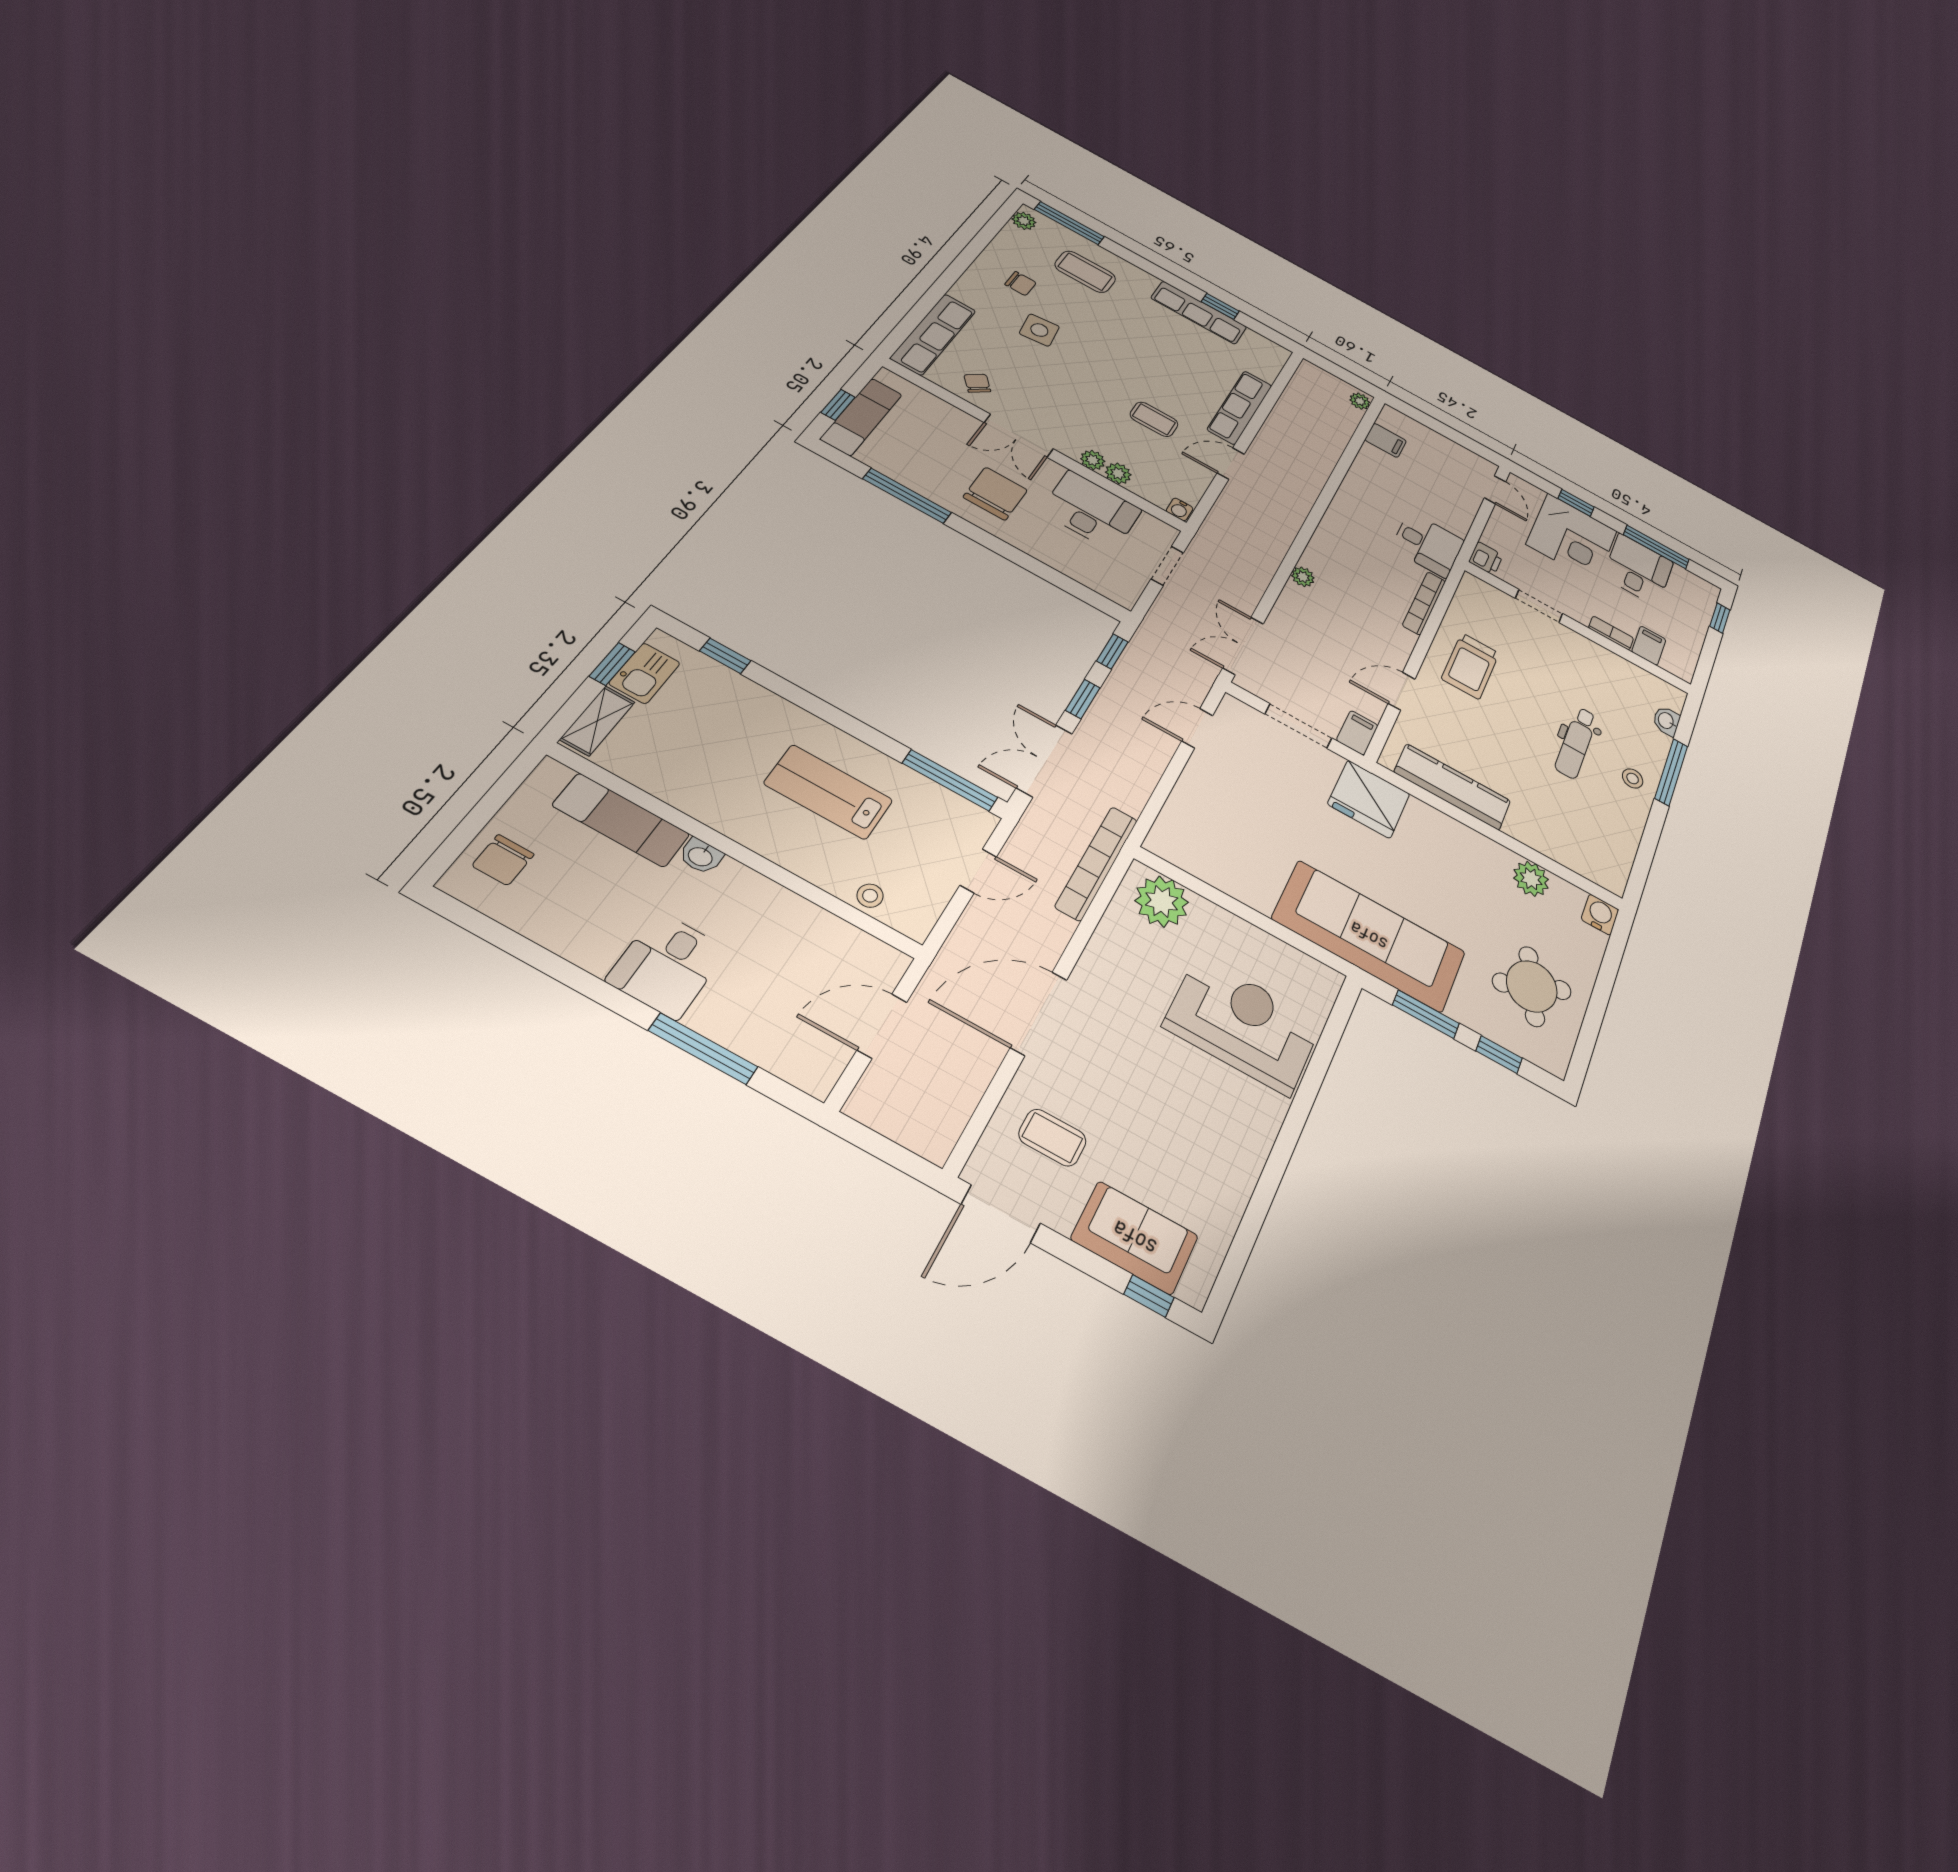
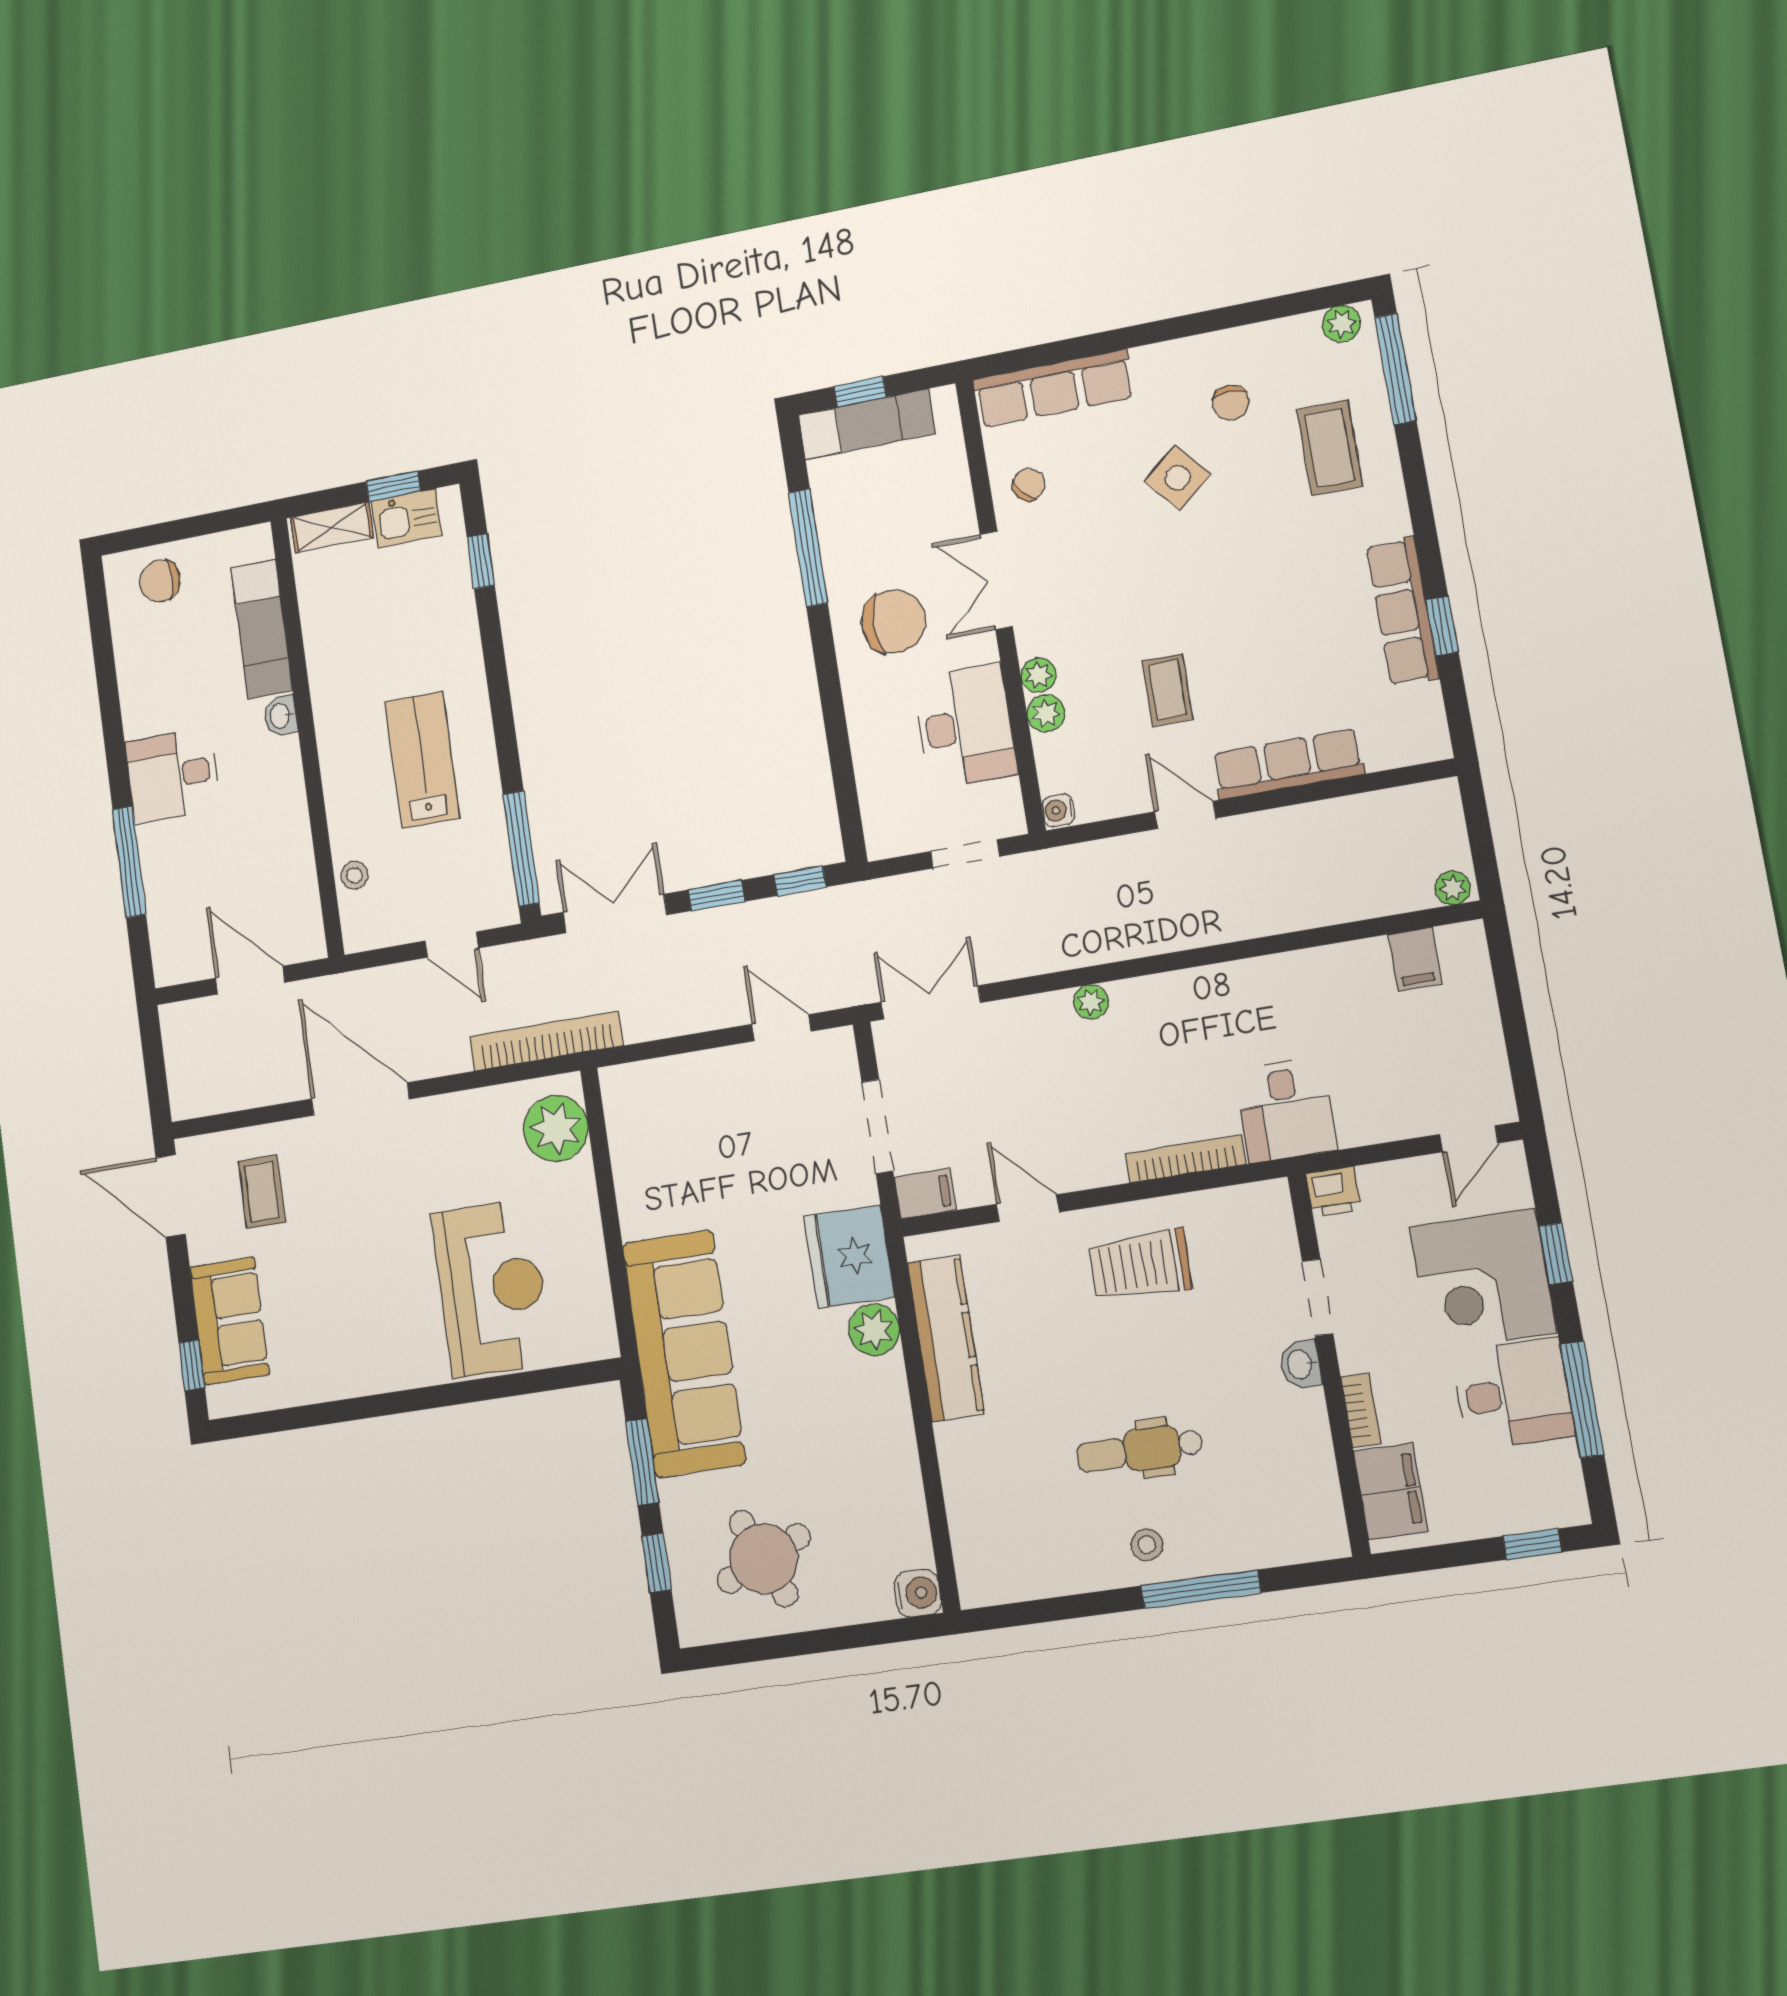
side table: (1039, 330) -> (1178, 478), turned -33
filing cabinet: (1649, 646) -> (1391, 1491), width x2.00
washbasin: (1666, 721) -> (1301, 1364), moved, turned -90
plant: (1531, 879) -> (874, 1330), moved

